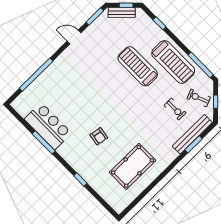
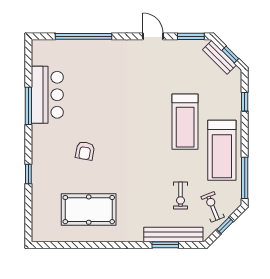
treadmill: (138, 66) -> (185, 122), turned 180

